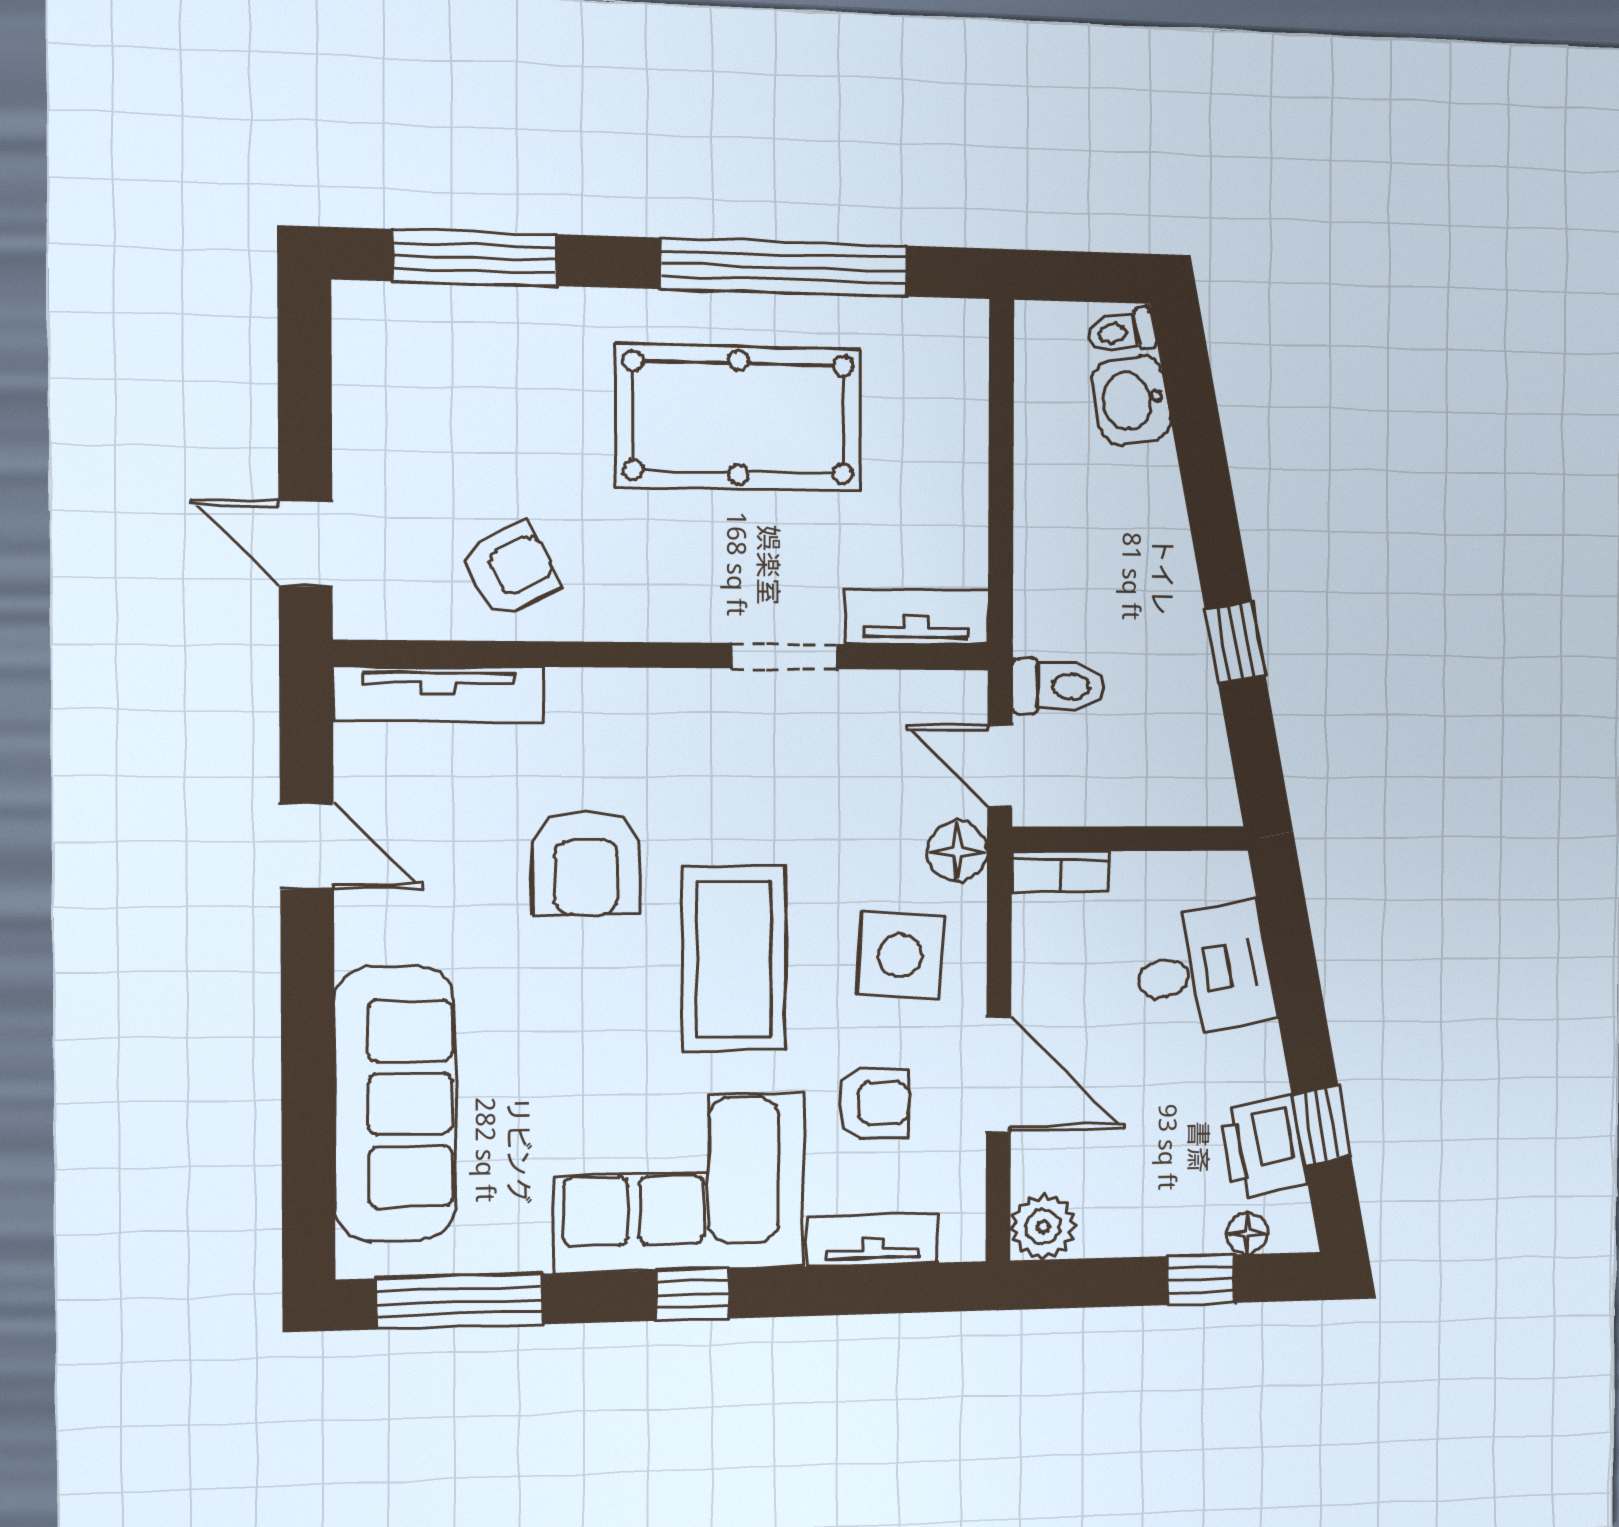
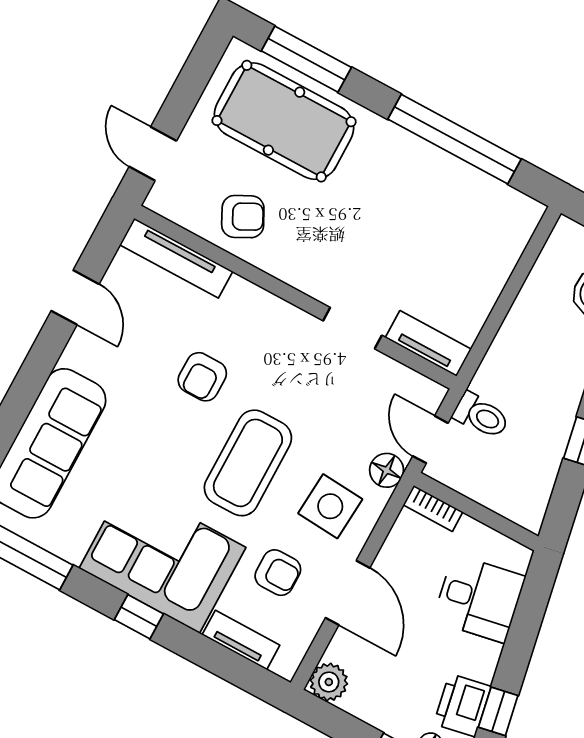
pool table: (739, 418) -> (284, 121), moved
armchair: (586, 862) -> (202, 377), width x0.72, depth x0.72

